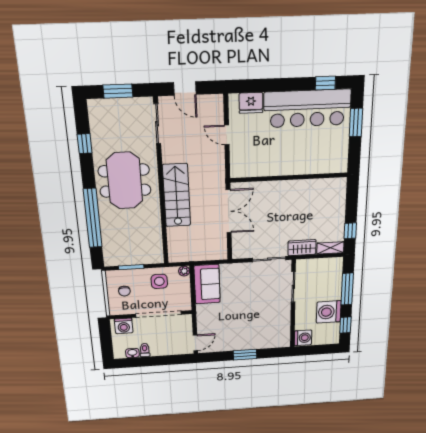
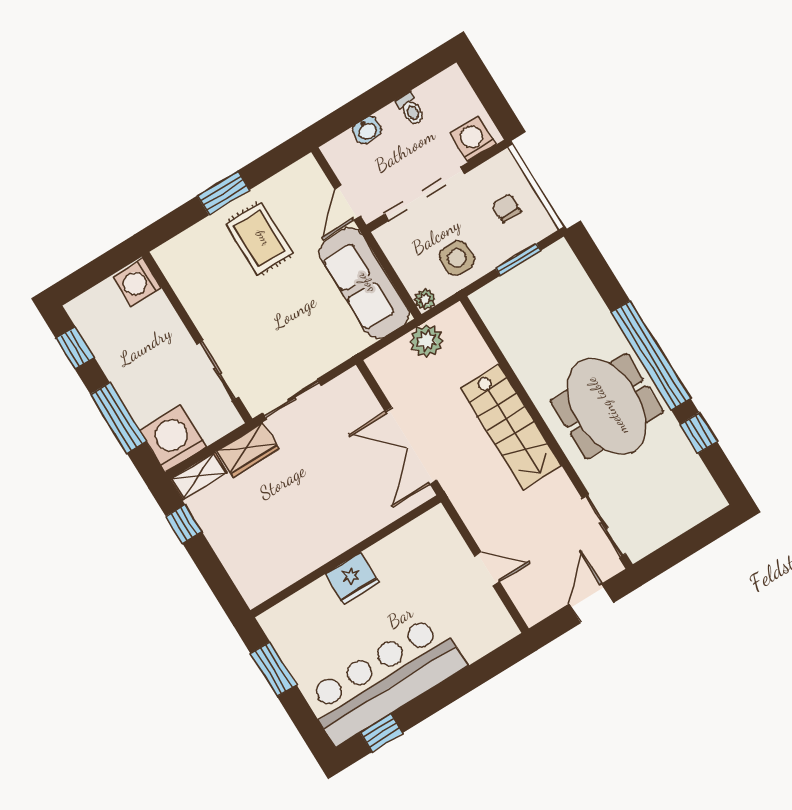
door: (185, 89) -> (591, 603), hinge flipped
window: (118, 91) -> (689, 543), removed
fridge: (251, 103) -> (352, 578), moved, turned 180
window: (356, 123) -> (273, 669), moved
window: (93, 218) -> (651, 356), moved
plant: (194, 253) -> (426, 341), added
sofa: (207, 284) -> (364, 283), width x1.36
washing machine: (329, 312) -> (173, 439), moved, turned -90
rug: (241, 330) -> (259, 239), added
door: (195, 343) -> (348, 203), moved
washbasin: (132, 353) -> (367, 130), moved

